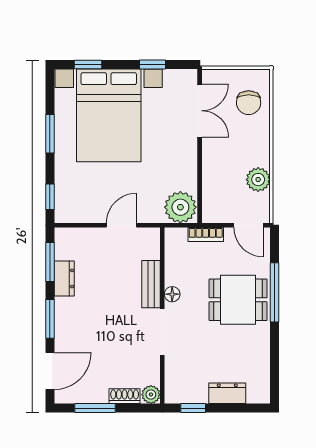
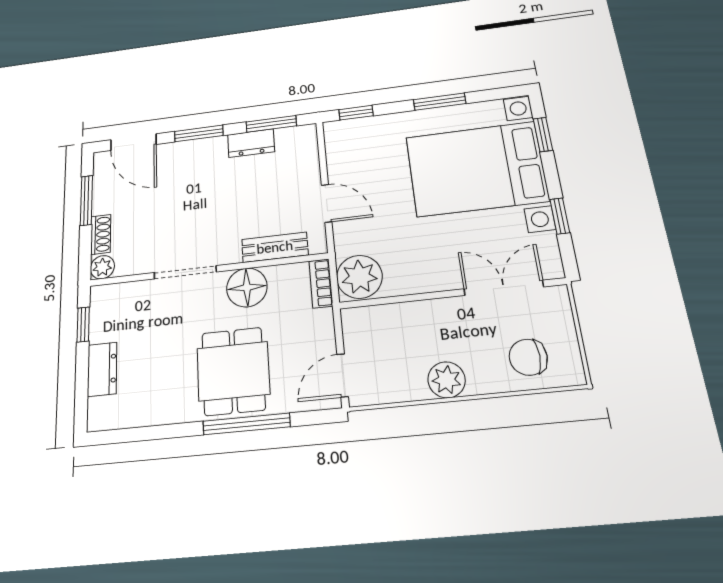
double door: (200, 111) -> (504, 288), swing flipped
plant: (258, 180) -> (447, 380), moved
bookcase: (206, 235) -> (321, 283), moved
bench: (151, 284) -> (275, 247), moved
floor lamp: (172, 294) -> (247, 287), width x1.89, depth x1.89

